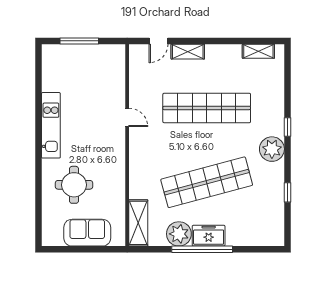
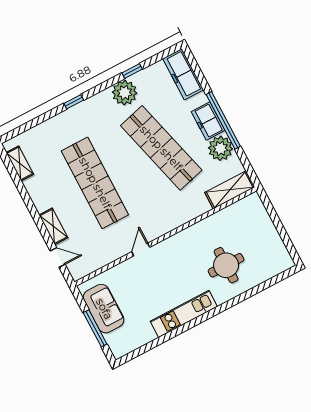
plant: (272, 149) -> (125, 93), moved
sofa: (87, 233) -> (104, 309), moved, turned 180
freezer: (261, 235) -> (183, 74), added

